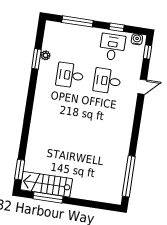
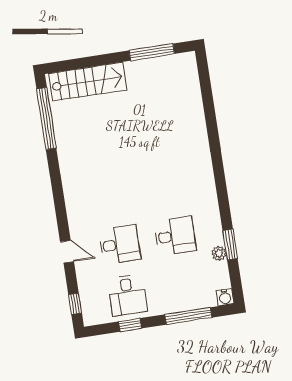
water cooler: (137, 39) -> (225, 297), moved
door: (142, 87) -> (67, 252), swing flipped
window: (20, 170) -> (204, 79), removed
stairs: (46, 184) -> (88, 82), moved

